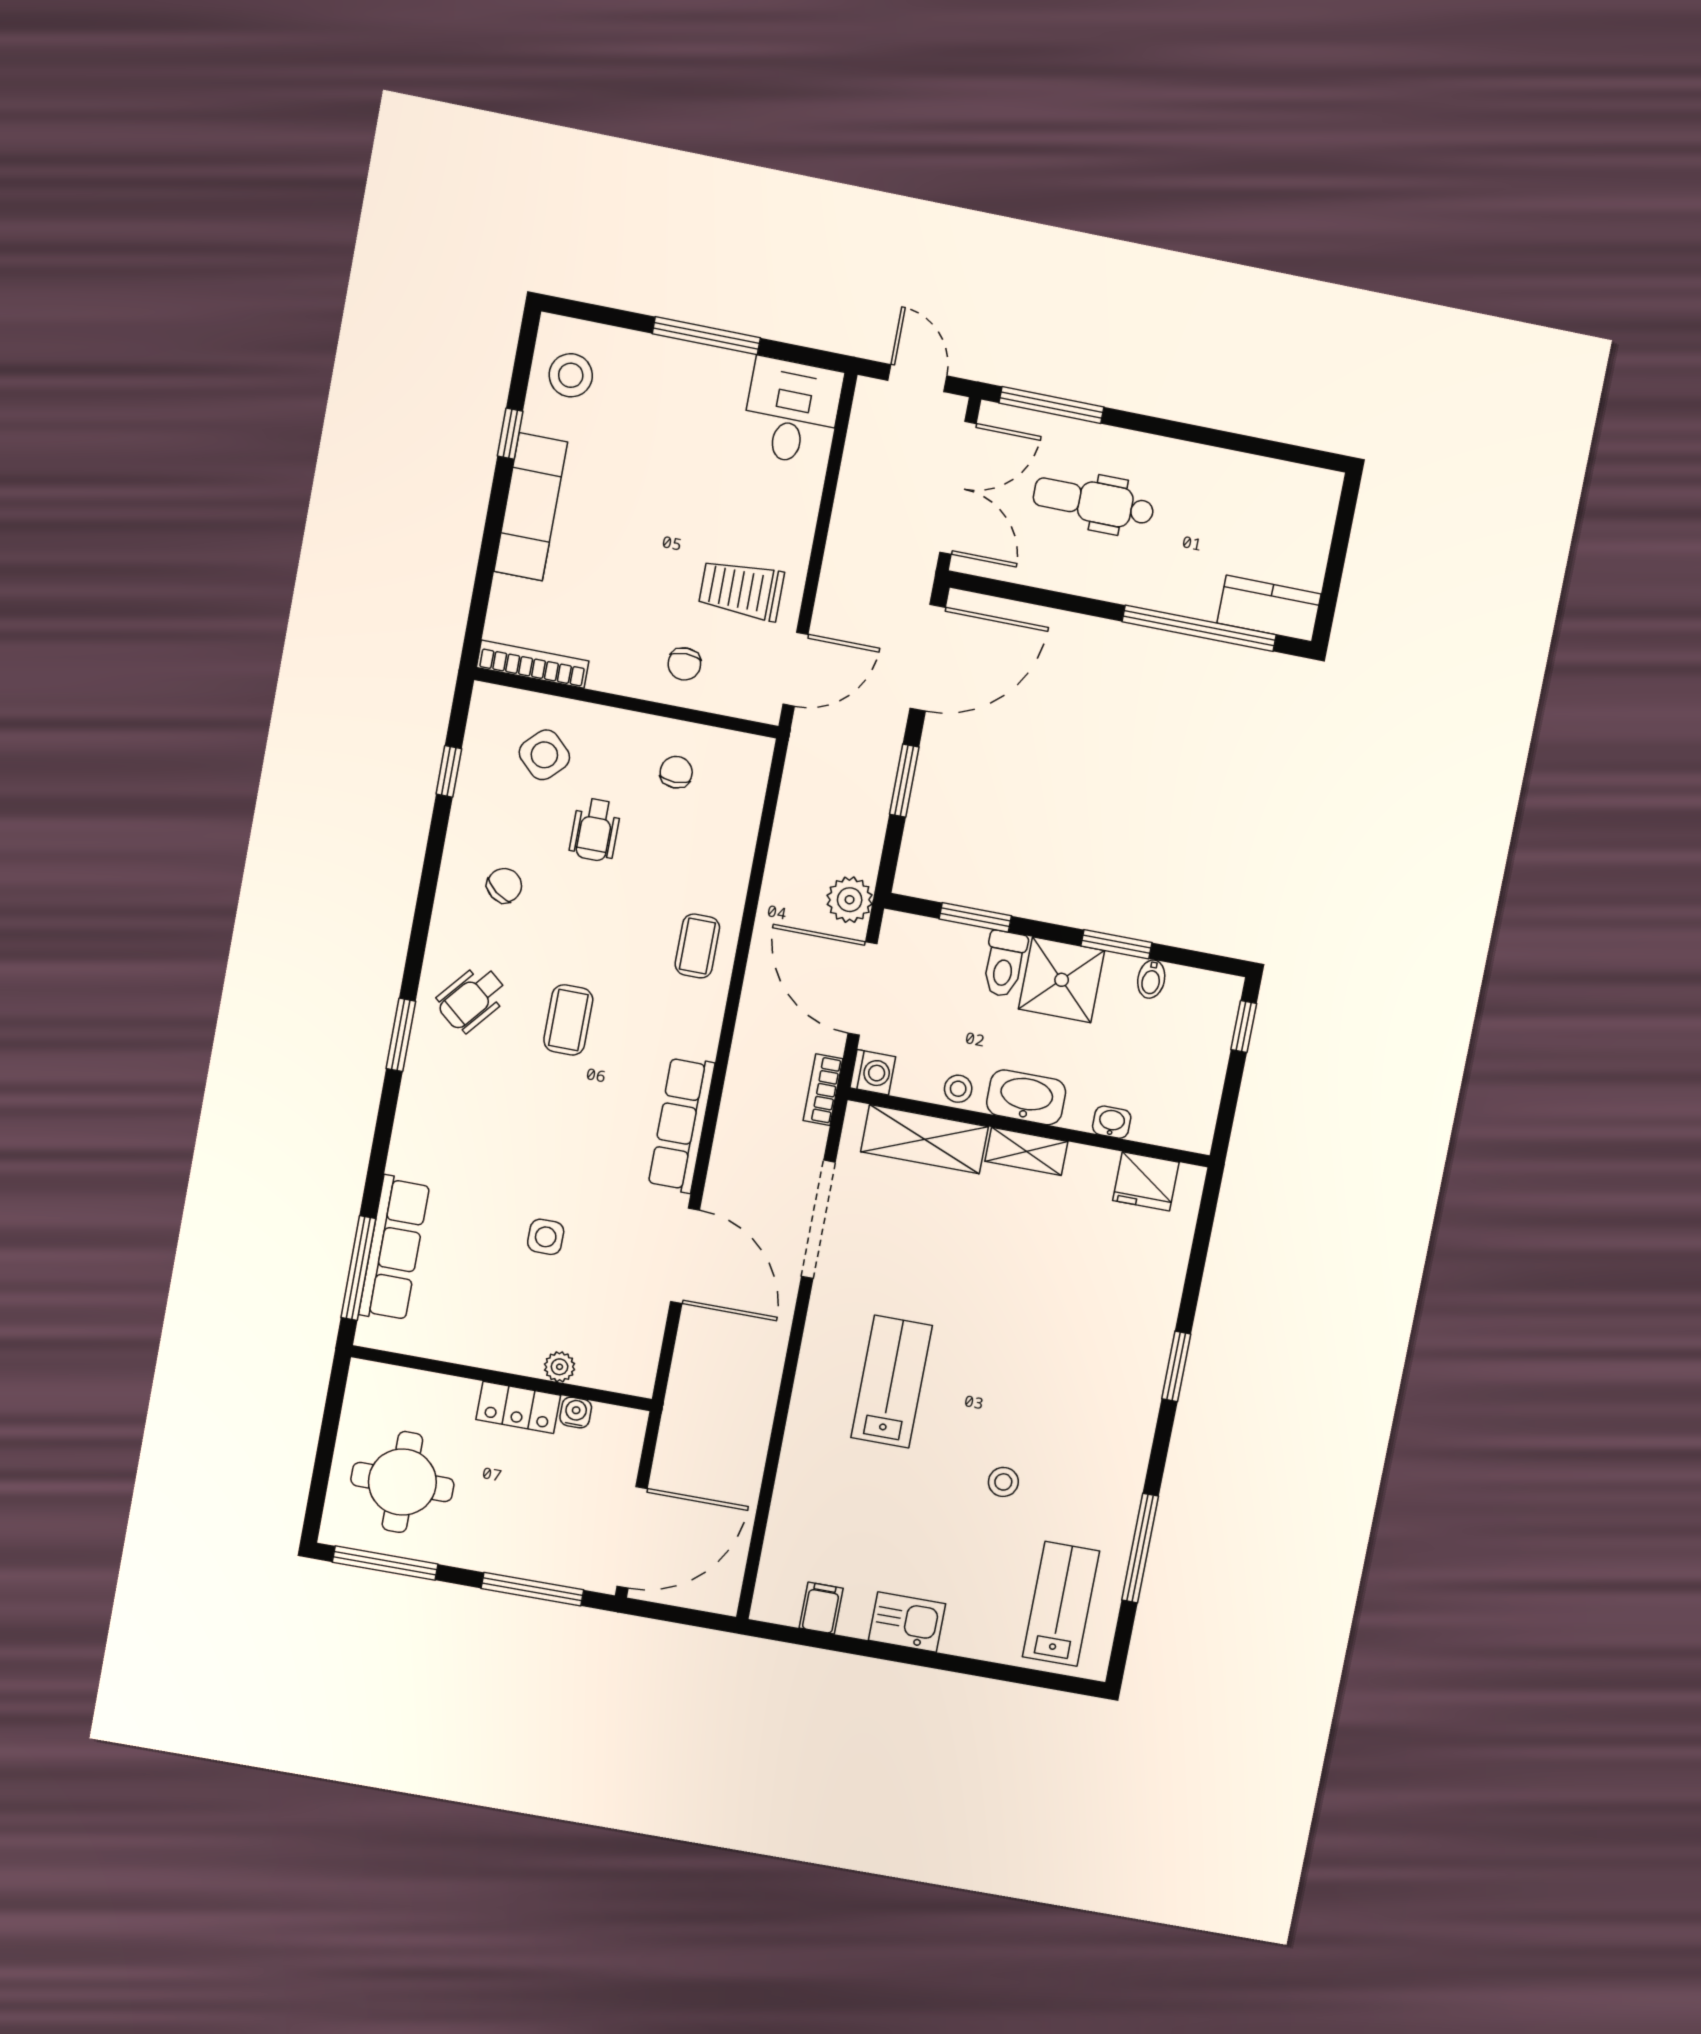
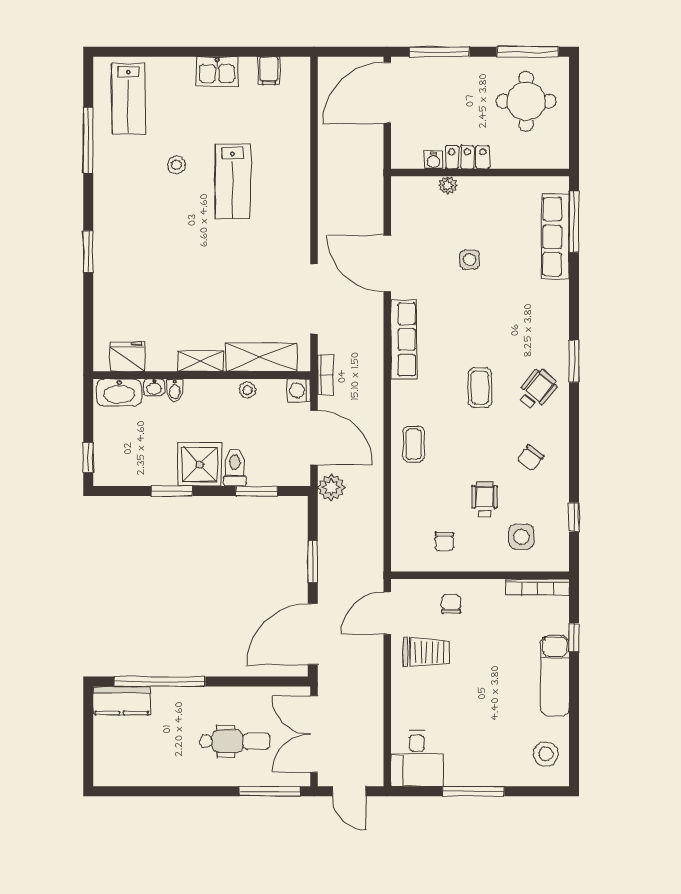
window: (510, 434) -> (574, 637), moved
side table: (544, 755) -> (521, 537), turned 45
bidet: (1151, 979) -> (175, 390), moved, turned 180
washbasin: (1026, 1097) -> (119, 393), moved
lab bench: (892, 1382) -> (233, 181), moved

